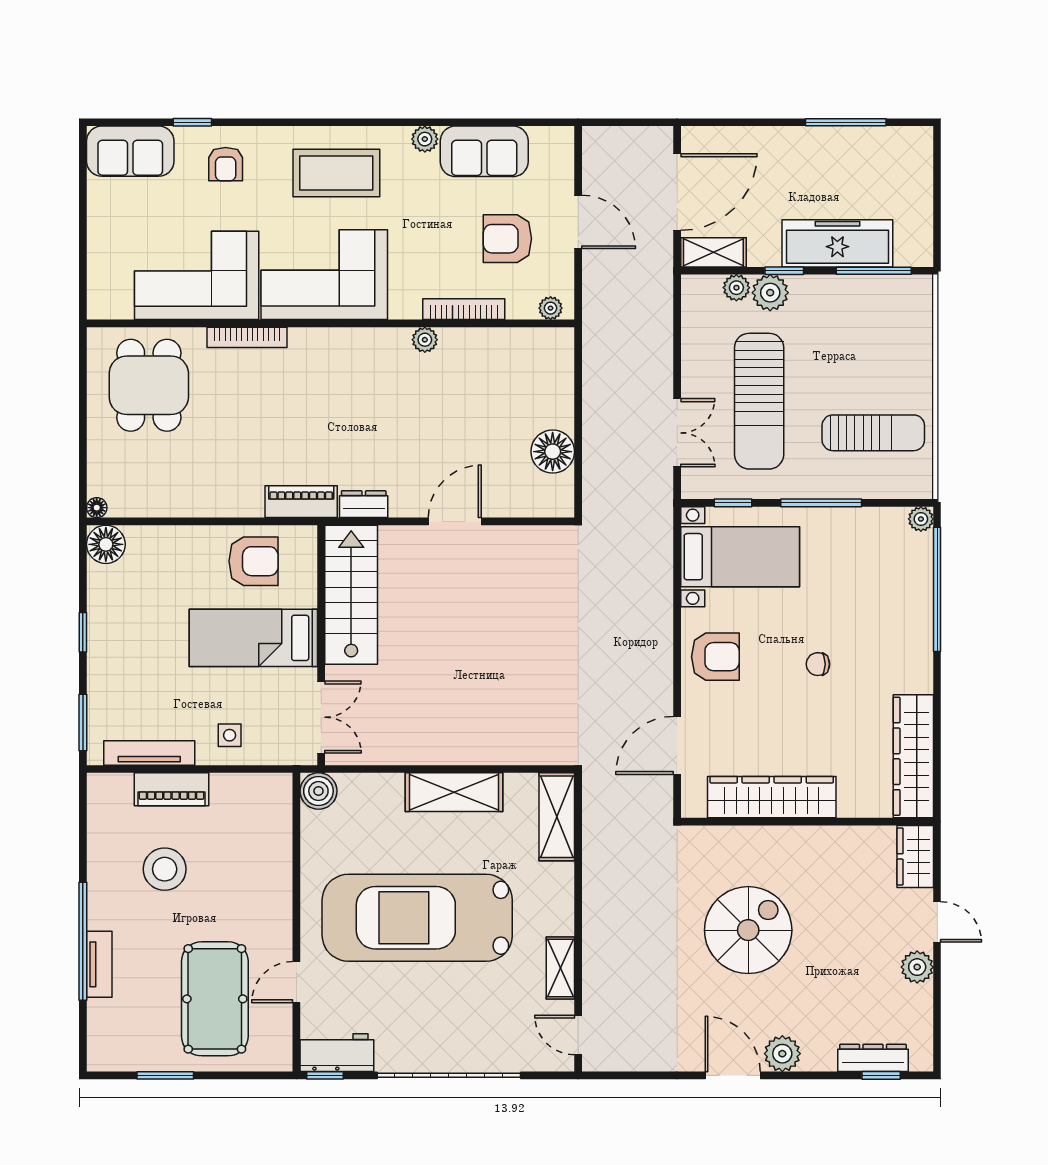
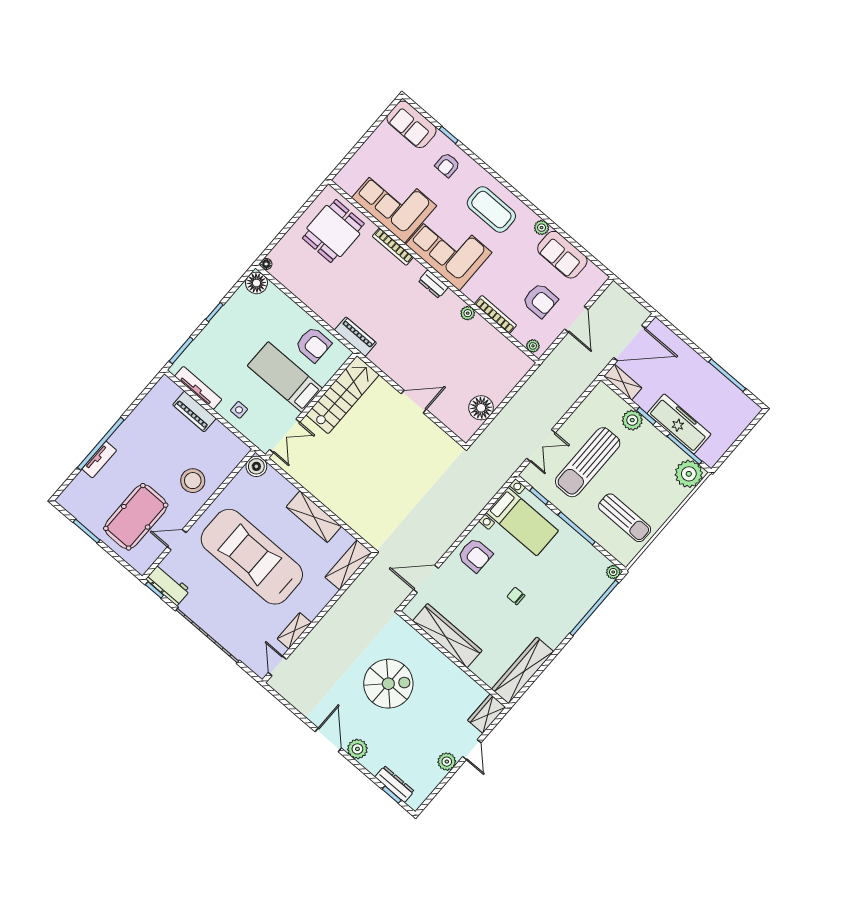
armchair: (507, 239) -> (540, 300), turned 180
plant: (736, 288) -> (689, 474), moved, width x1.88, depth x1.88
dresser: (364, 504) -> (433, 284), moved, turned 180
stool: (165, 869) -> (193, 481), moved

